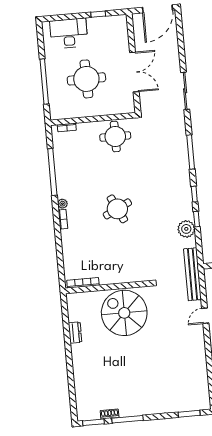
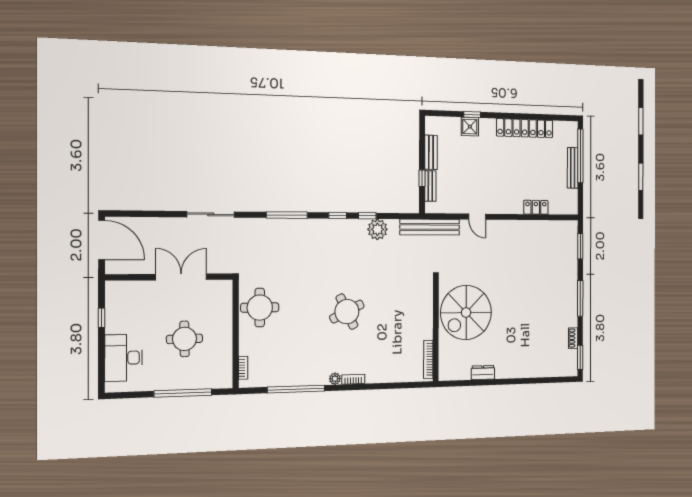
round table: (86, 79) -> (184, 339), width x0.73, depth x0.73
window: (128, 419) -> (580, 298), moved

